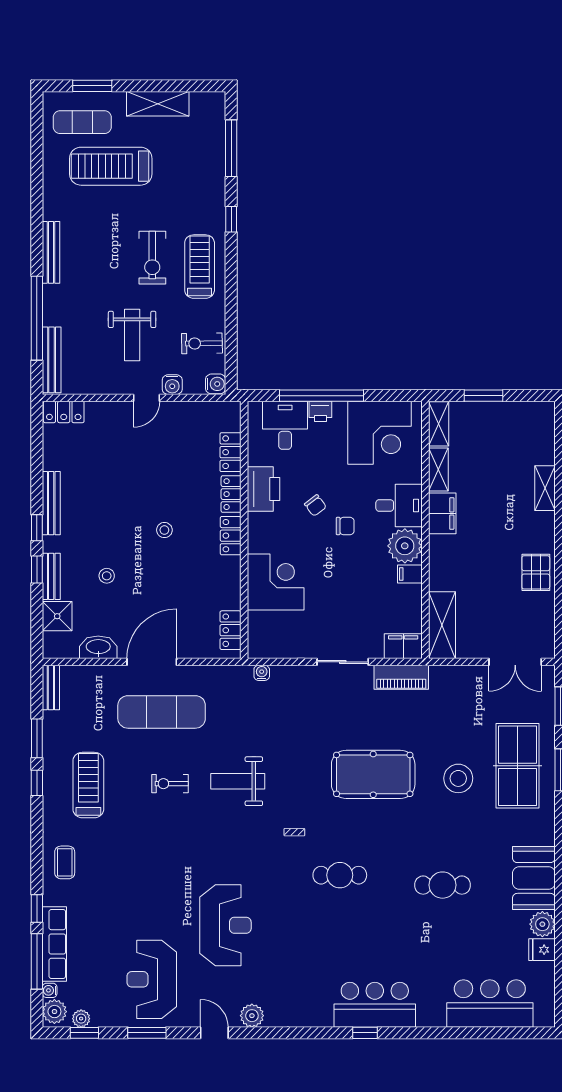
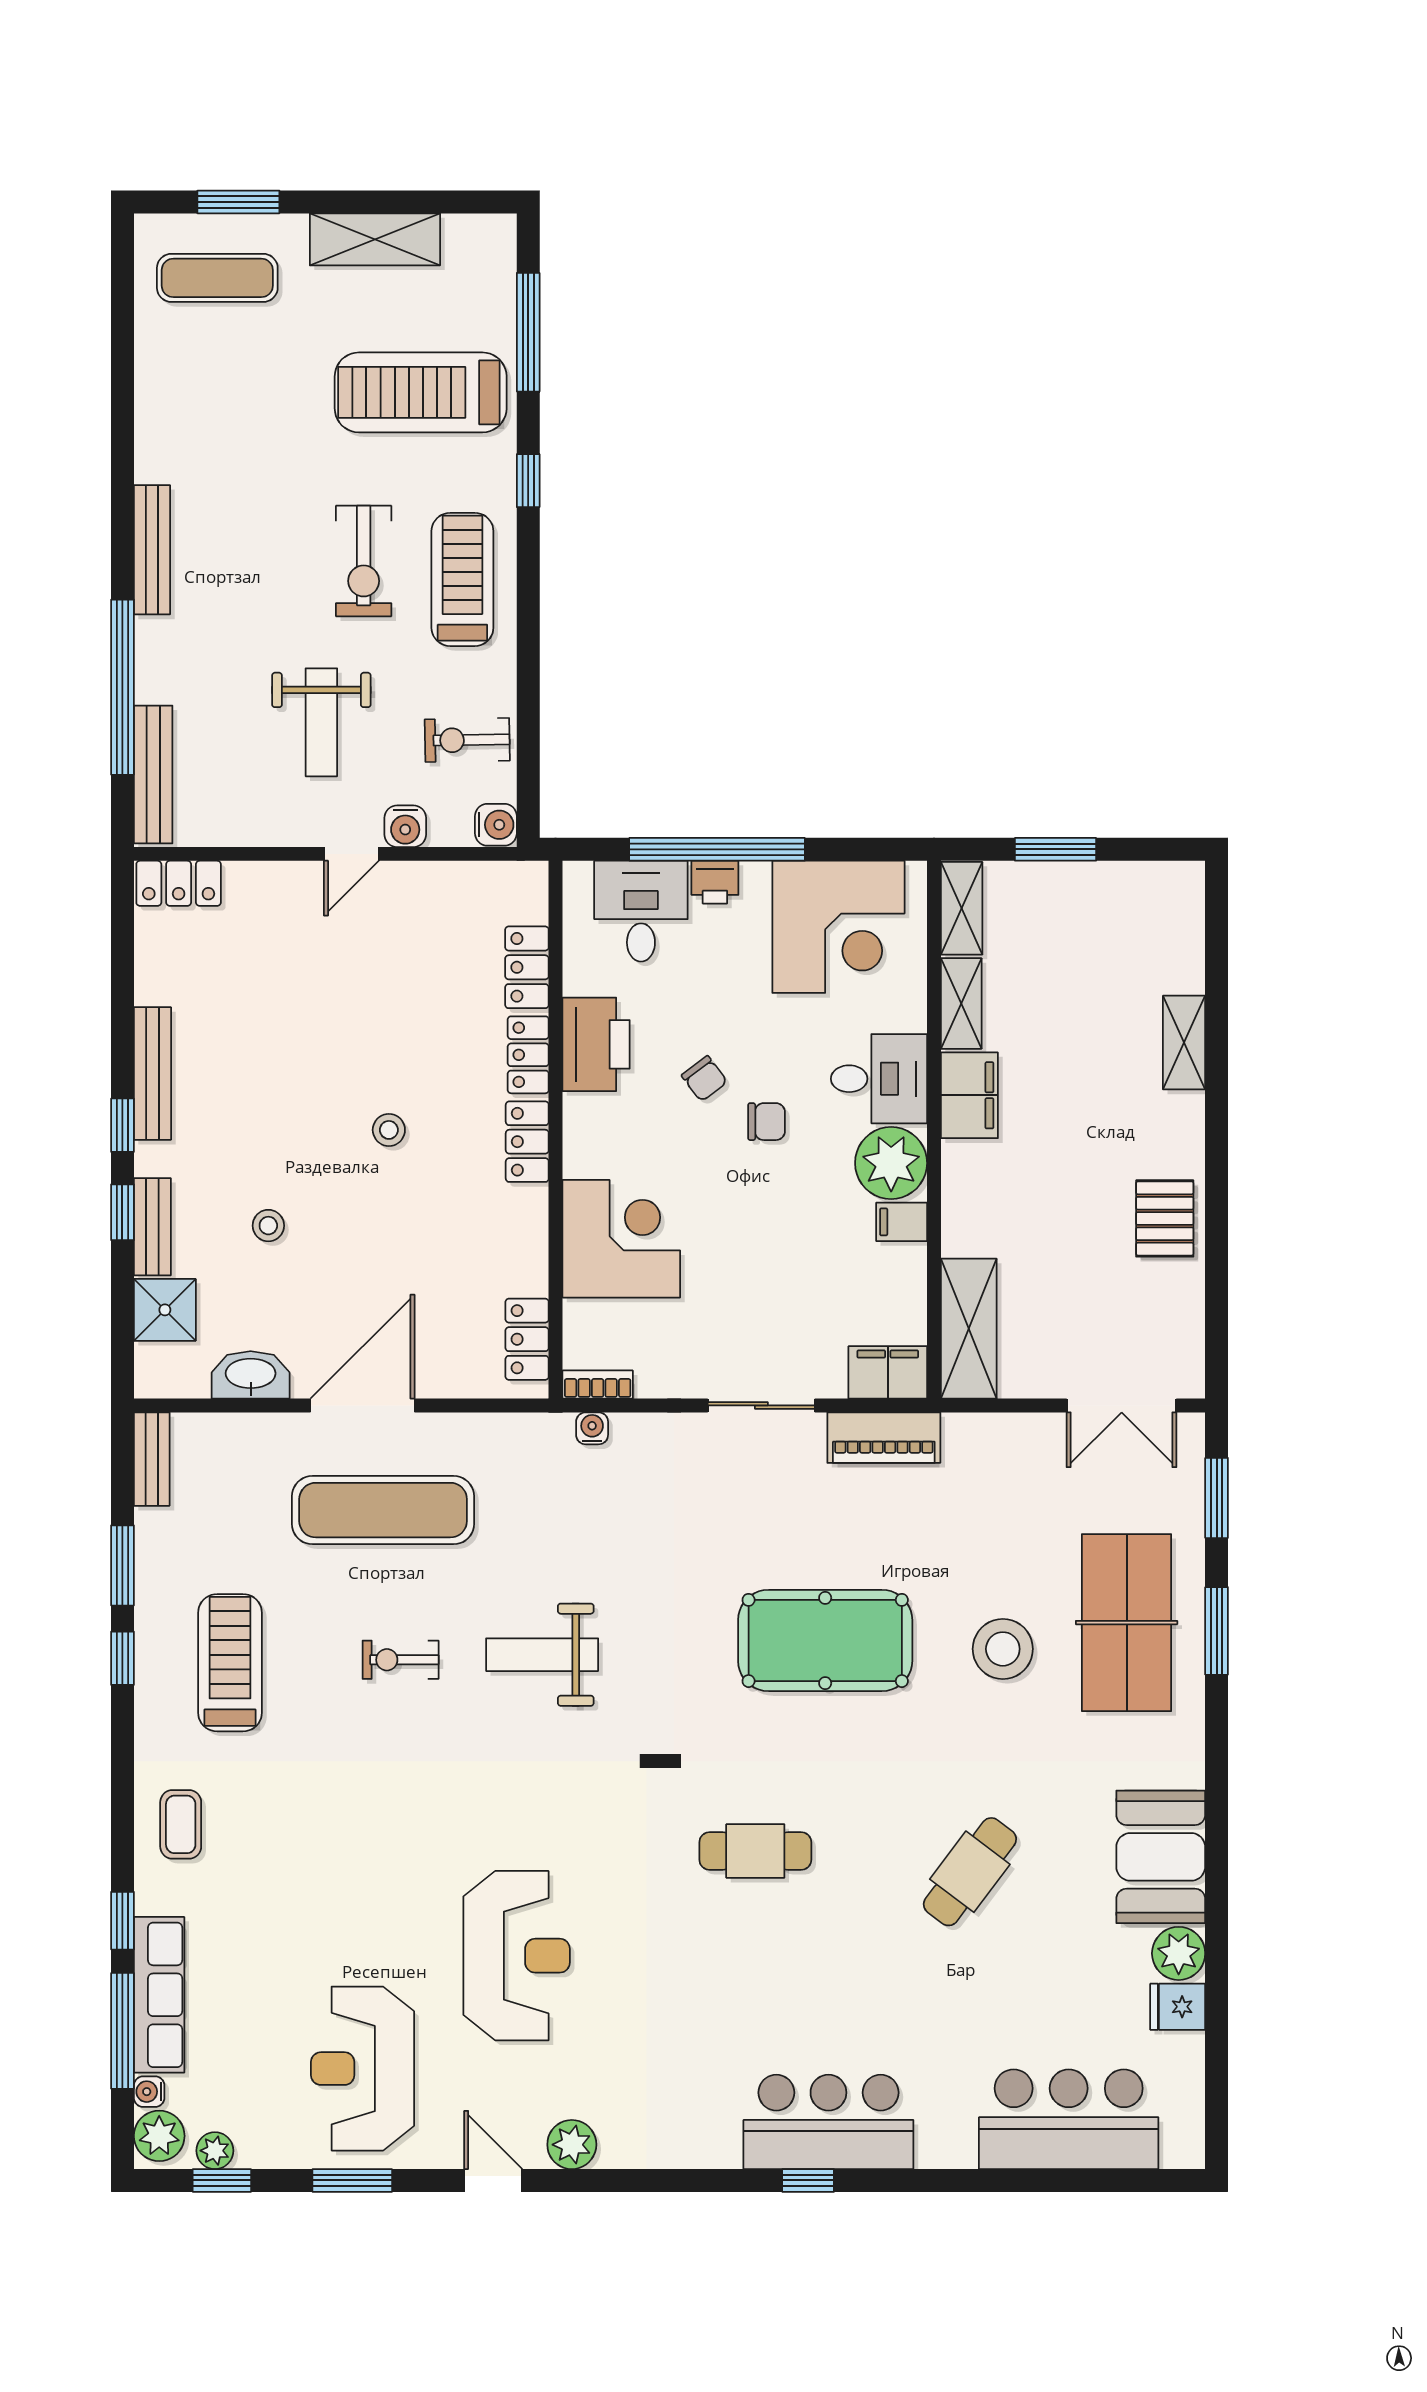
treadmill: (111, 166) -> (421, 392), moved
bookcase: (264, 652) -> (598, 1385), added
cafe table: (443, 885) -> (970, 1872), turned -53

